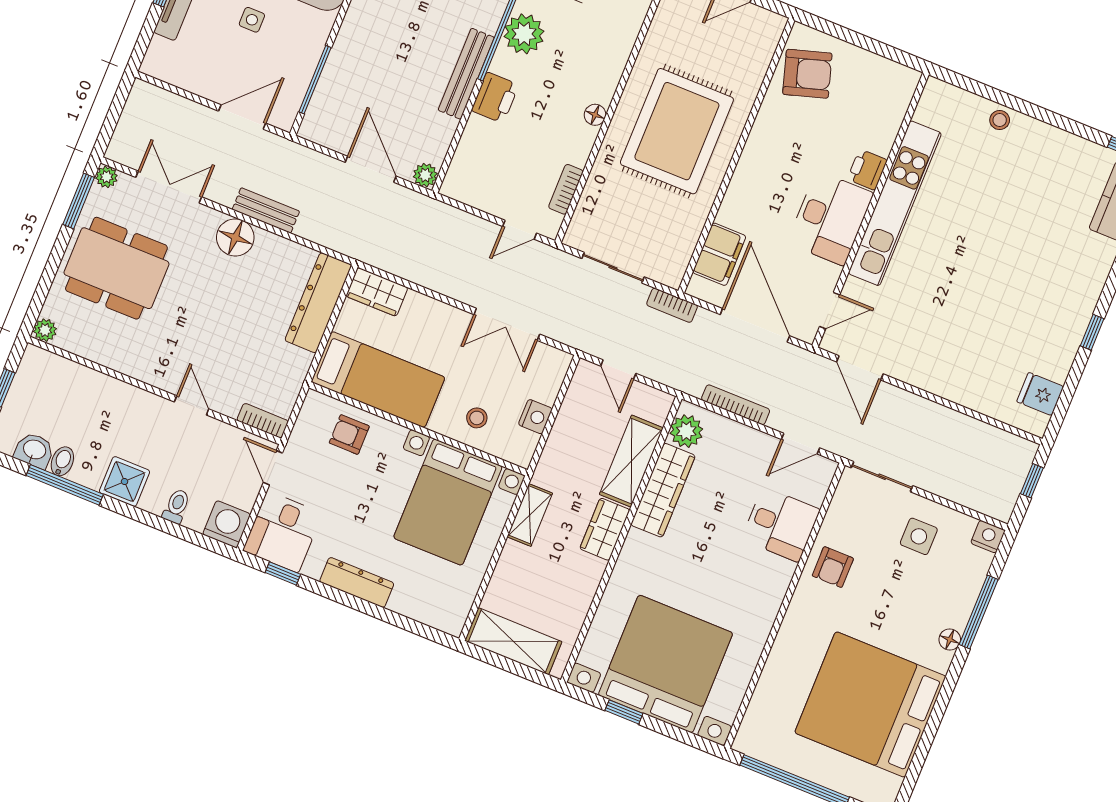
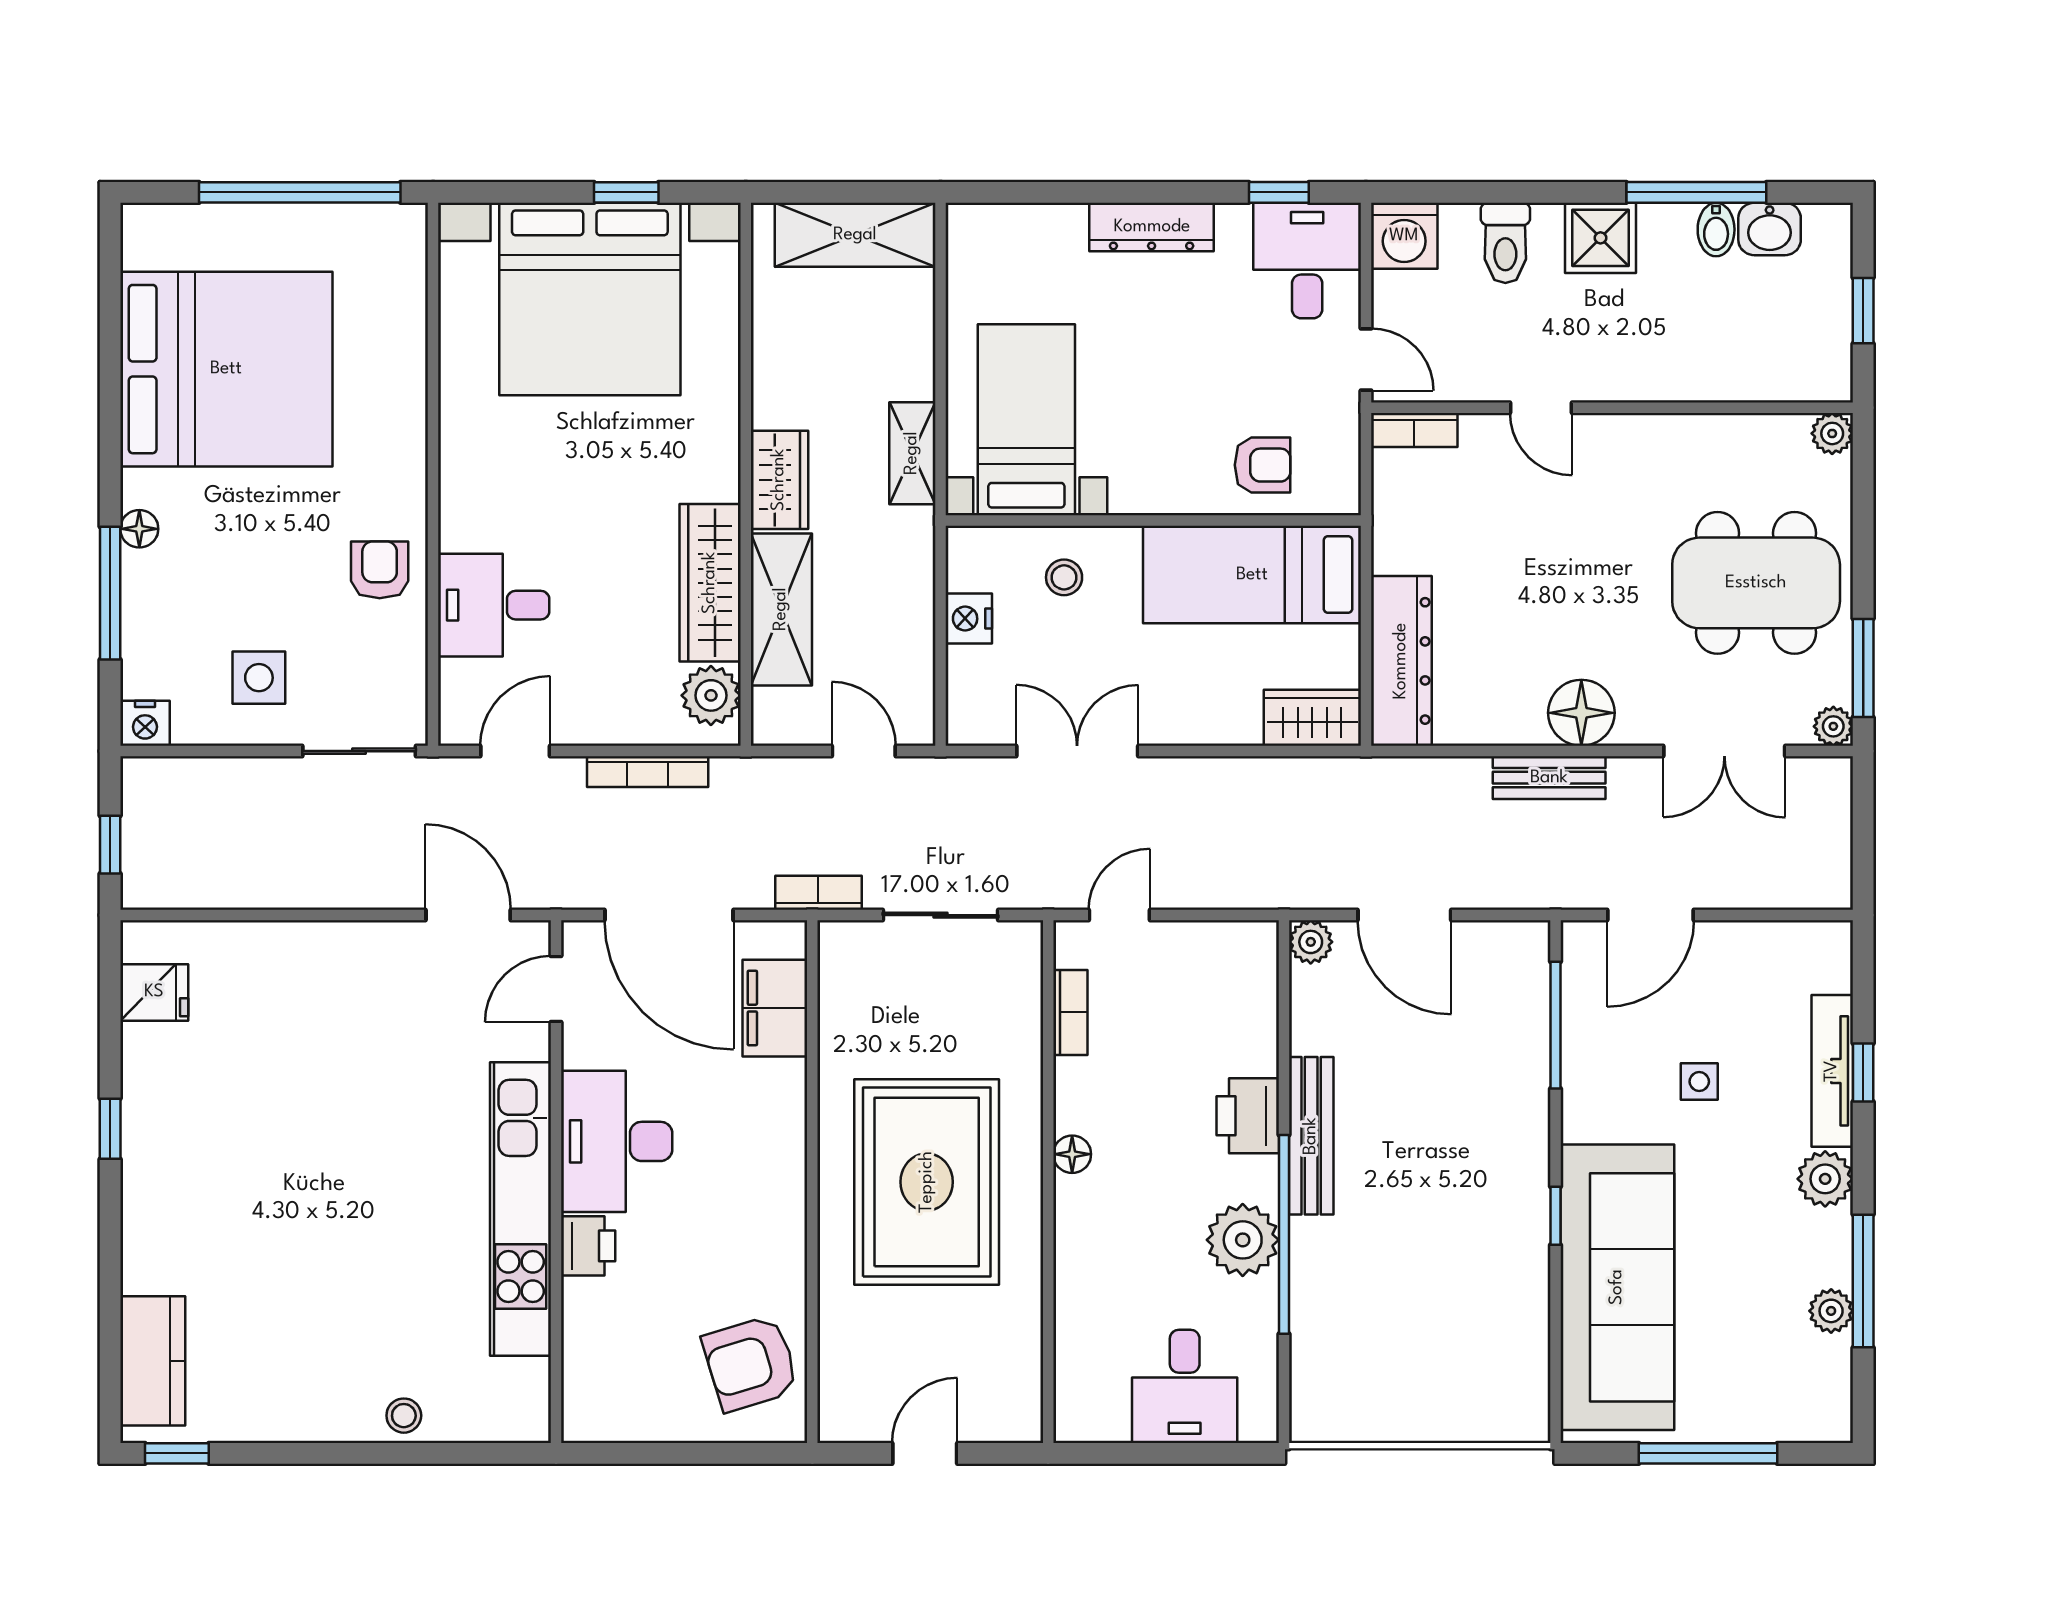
bed with nightstands: (448, 502) -> (1026, 420), width x0.73
toilet: (176, 506) -> (1505, 243), width x1.37, depth x1.39

